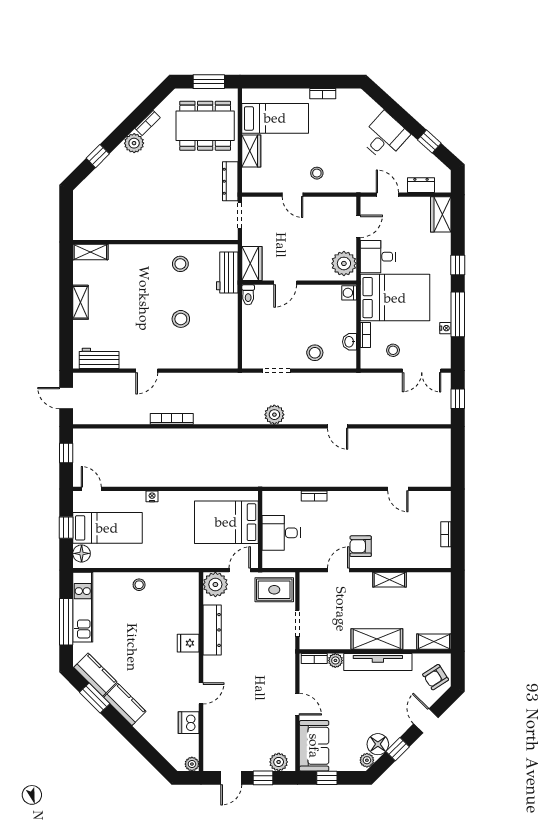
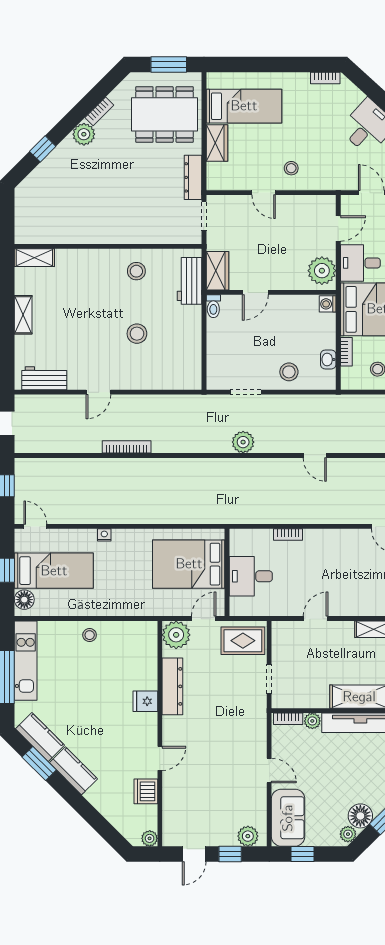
bookcase: (323, 94) -> (325, 78), moved
armchair: (361, 546) -> (341, 591), removed

